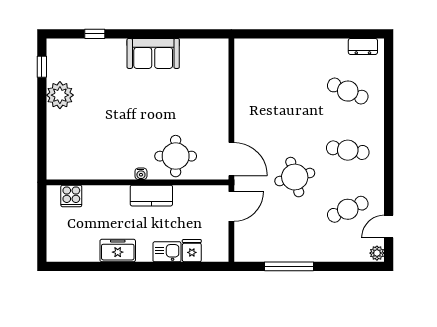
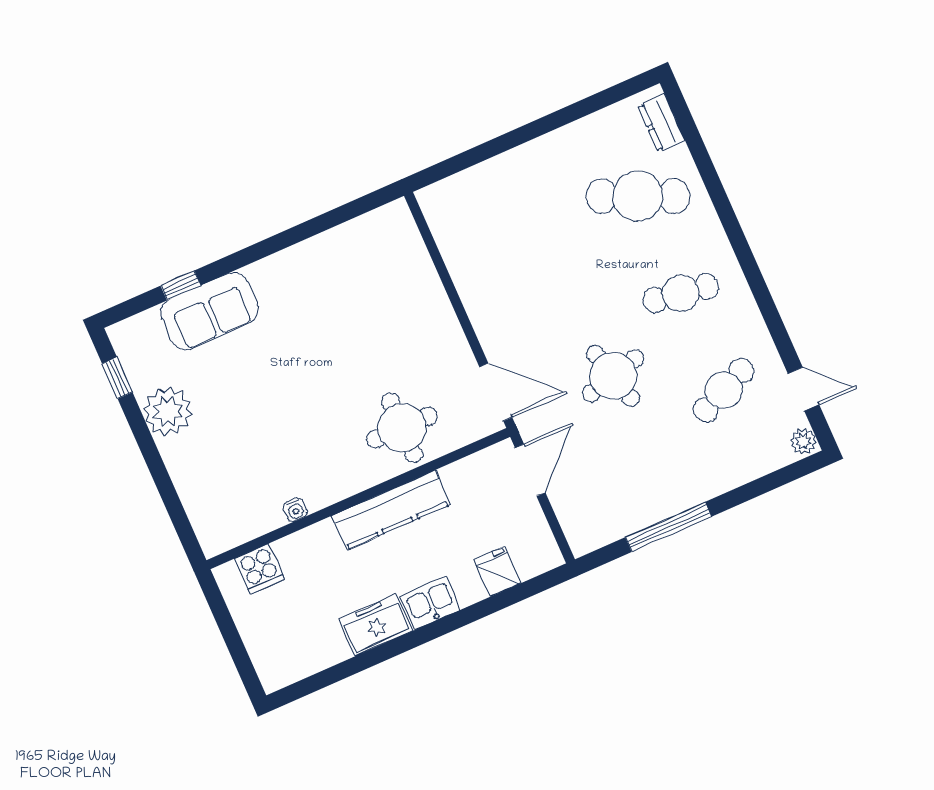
dresser: (363, 46) -> (661, 123), moved, turned 90
sofa: (153, 53) -> (210, 311), moved
cafe table: (348, 91) -> (638, 196), width x1.37, depth x1.35
water cooler: (141, 174) -> (295, 510), moved
kitchen counter: (151, 196) -> (391, 510), width x1.50
door: (389, 227) -> (804, 389), swing flipped
kitchen sink: (167, 252) -> (431, 603), moved

